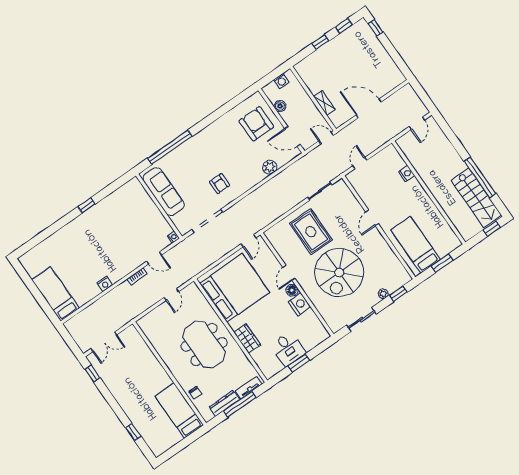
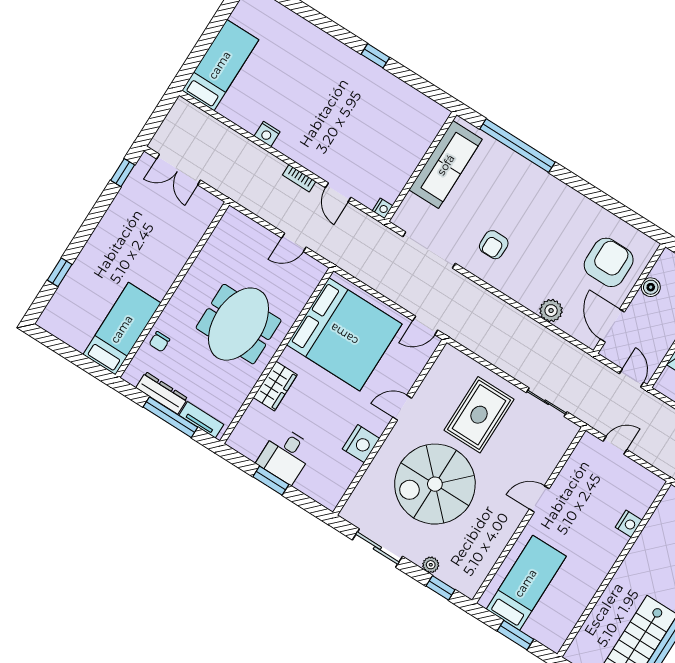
floor lamp: (292, 290) -> (378, 423), removed

